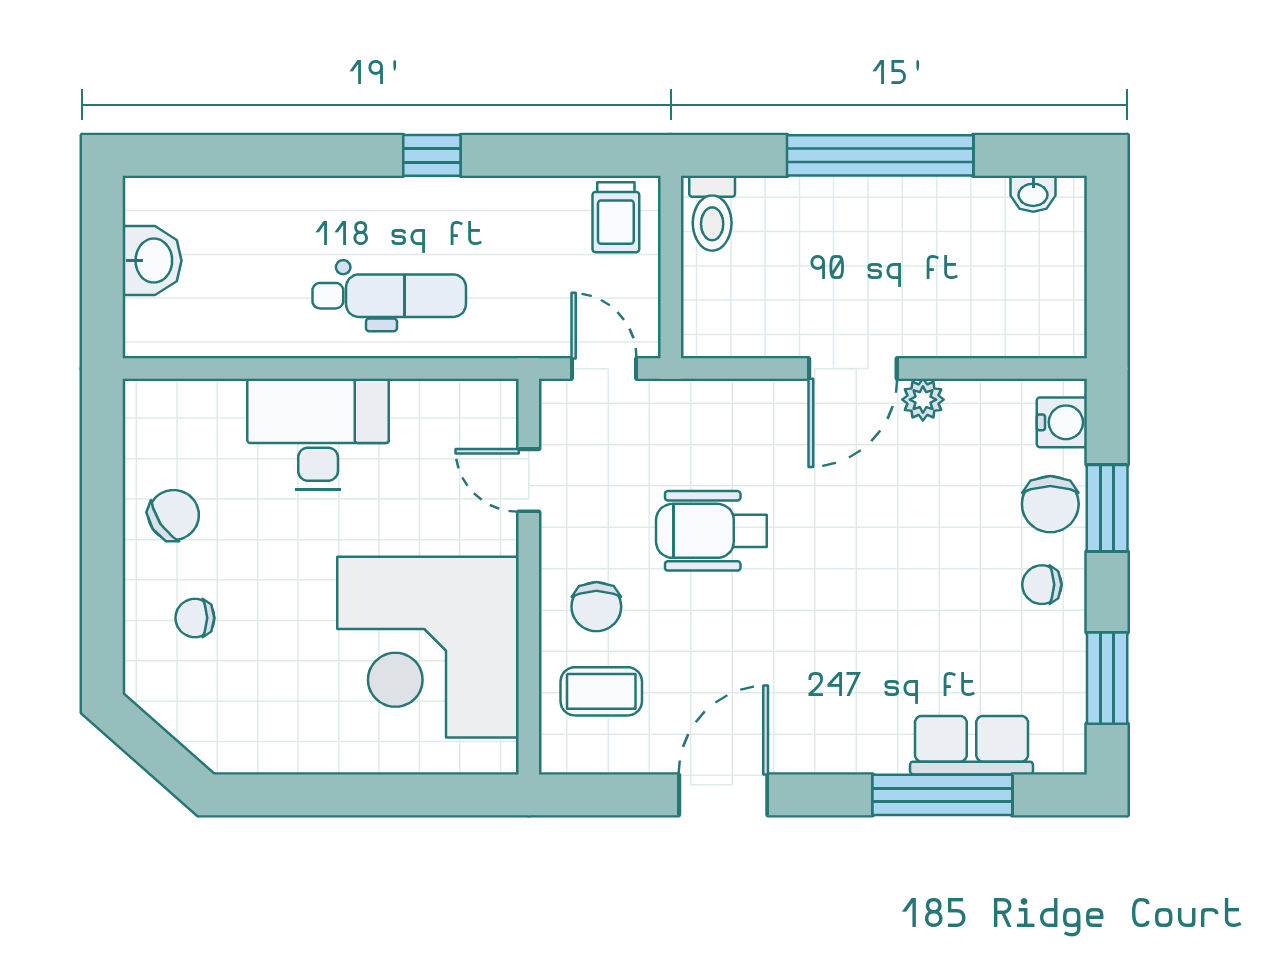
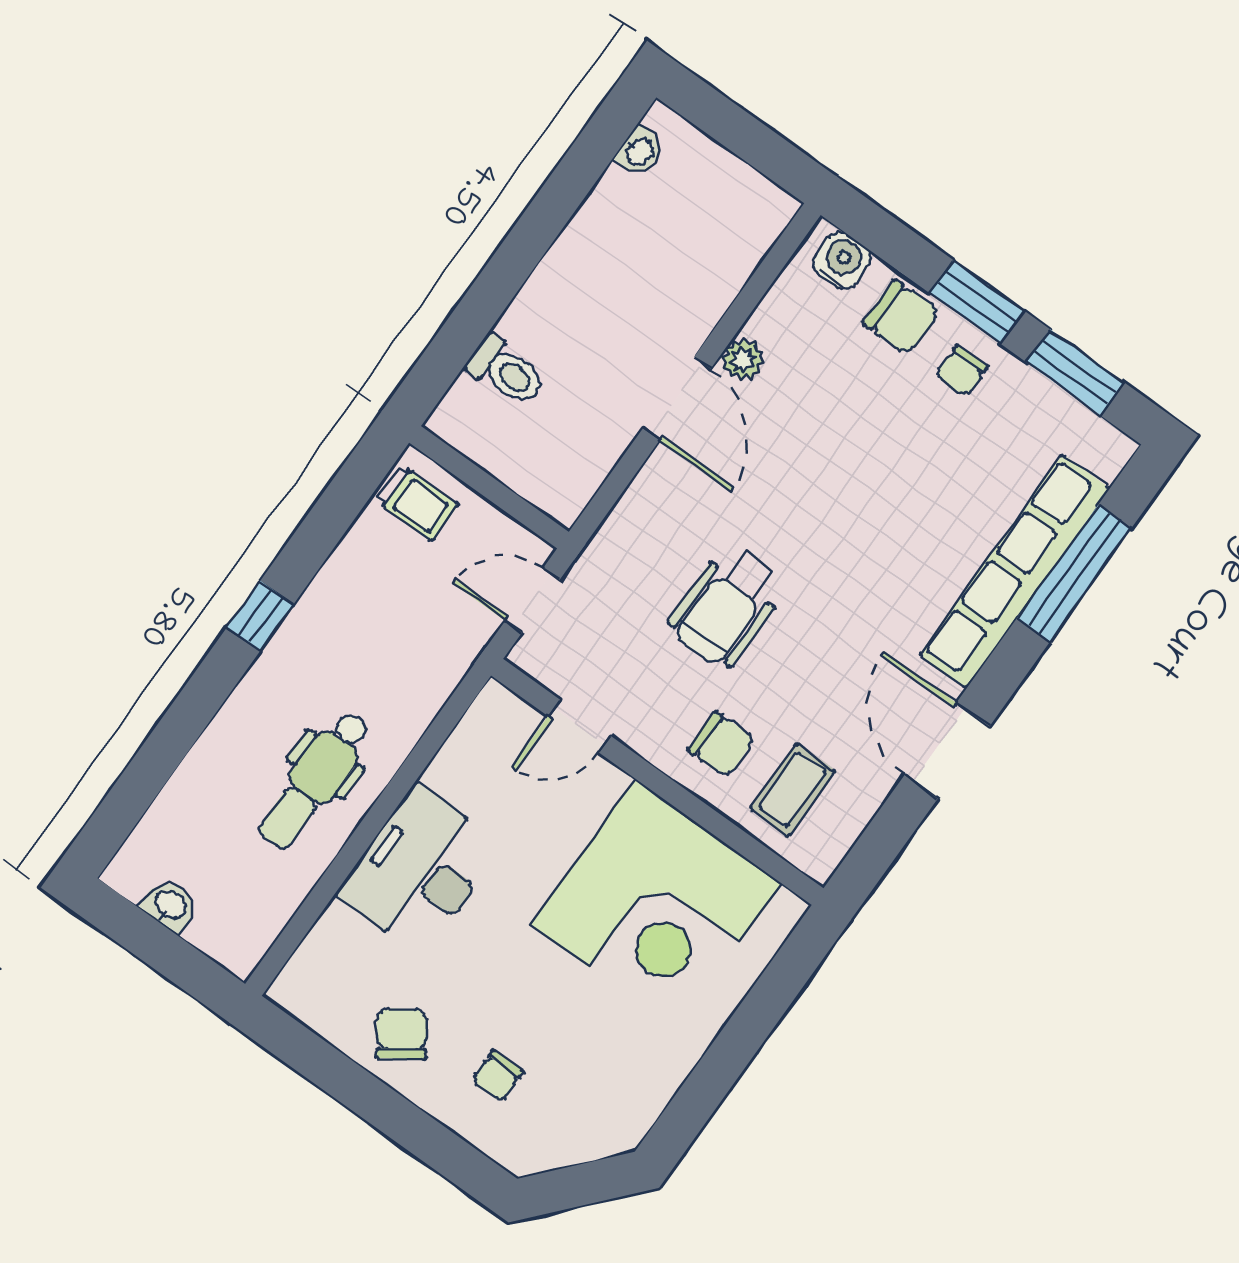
window: (880, 155) -> (520, 253), removed
toilet: (712, 213) -> (506, 371), moved
washbasin: (152, 261) -> (170, 905), width x0.72, depth x0.69
dental chair: (389, 296) -> (315, 780), moved, turned 180
window: (1107, 508) -> (977, 302), moved
row of seats: (971, 745) -> (1015, 571), width x2.02

